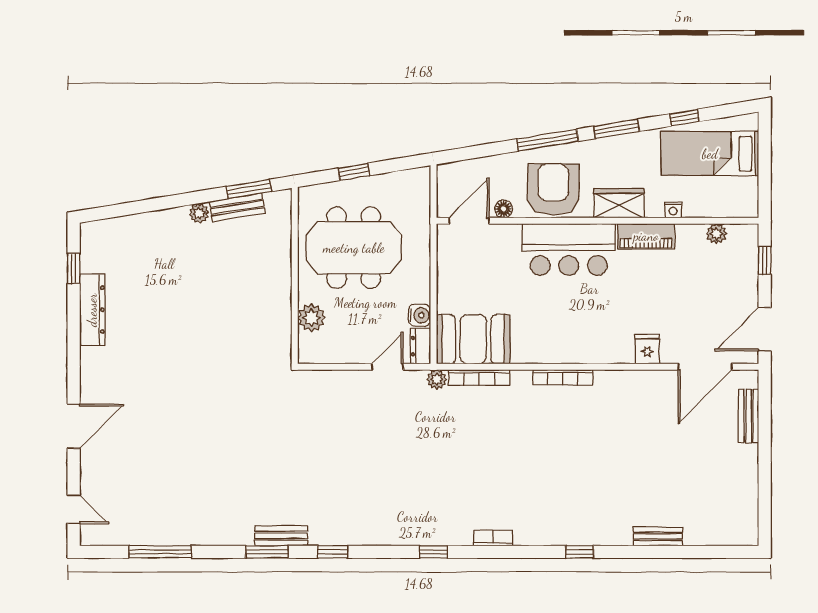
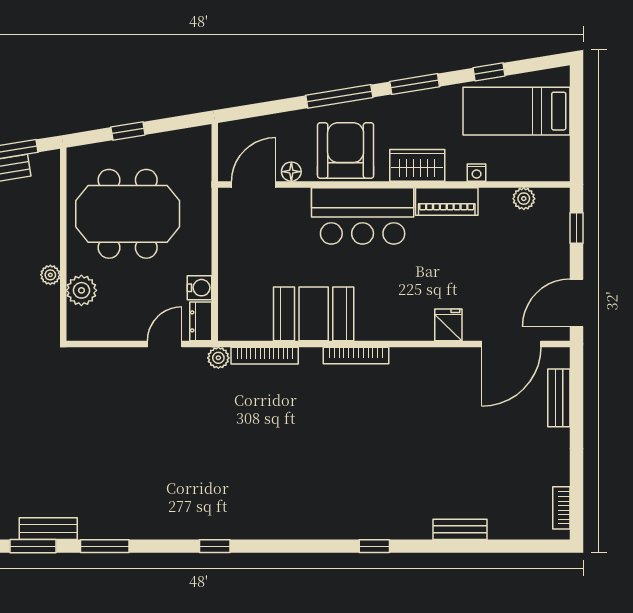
plant: (283, 304) -> (50, 275), added
booth: (473, 339) -> (314, 314), moved
bookcase: (493, 538) -> (561, 508), moved, turned -90
window: (333, 552) -> (105, 546), width x1.50

